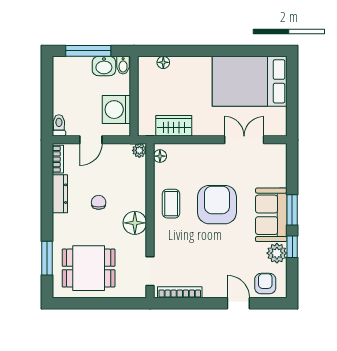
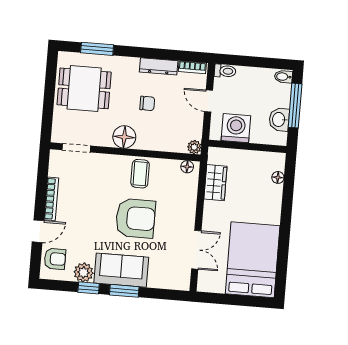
bidet: (123, 65) -> (283, 77), moved
coffee table: (171, 204) -> (140, 174), turned 90
dining table: (89, 268) -> (84, 88), turned 90
bookcase: (180, 292) -> (51, 199), moved

